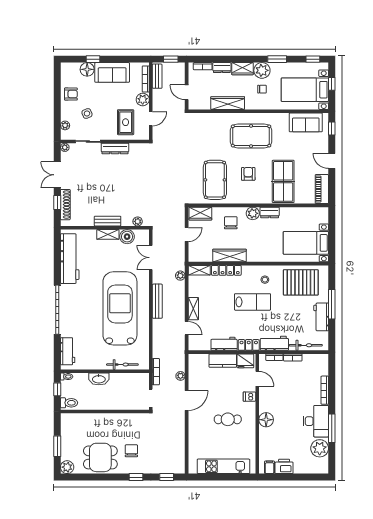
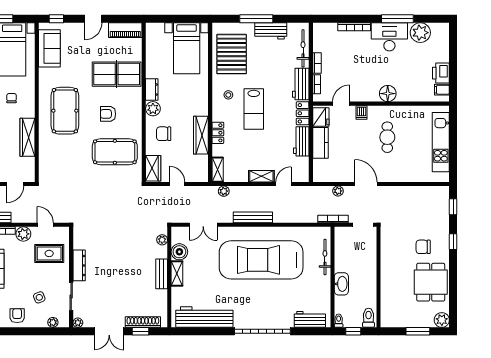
locker: (226, 270) -> (218, 133), width x0.66
lab bench: (253, 302) -> (254, 109), turned 180

